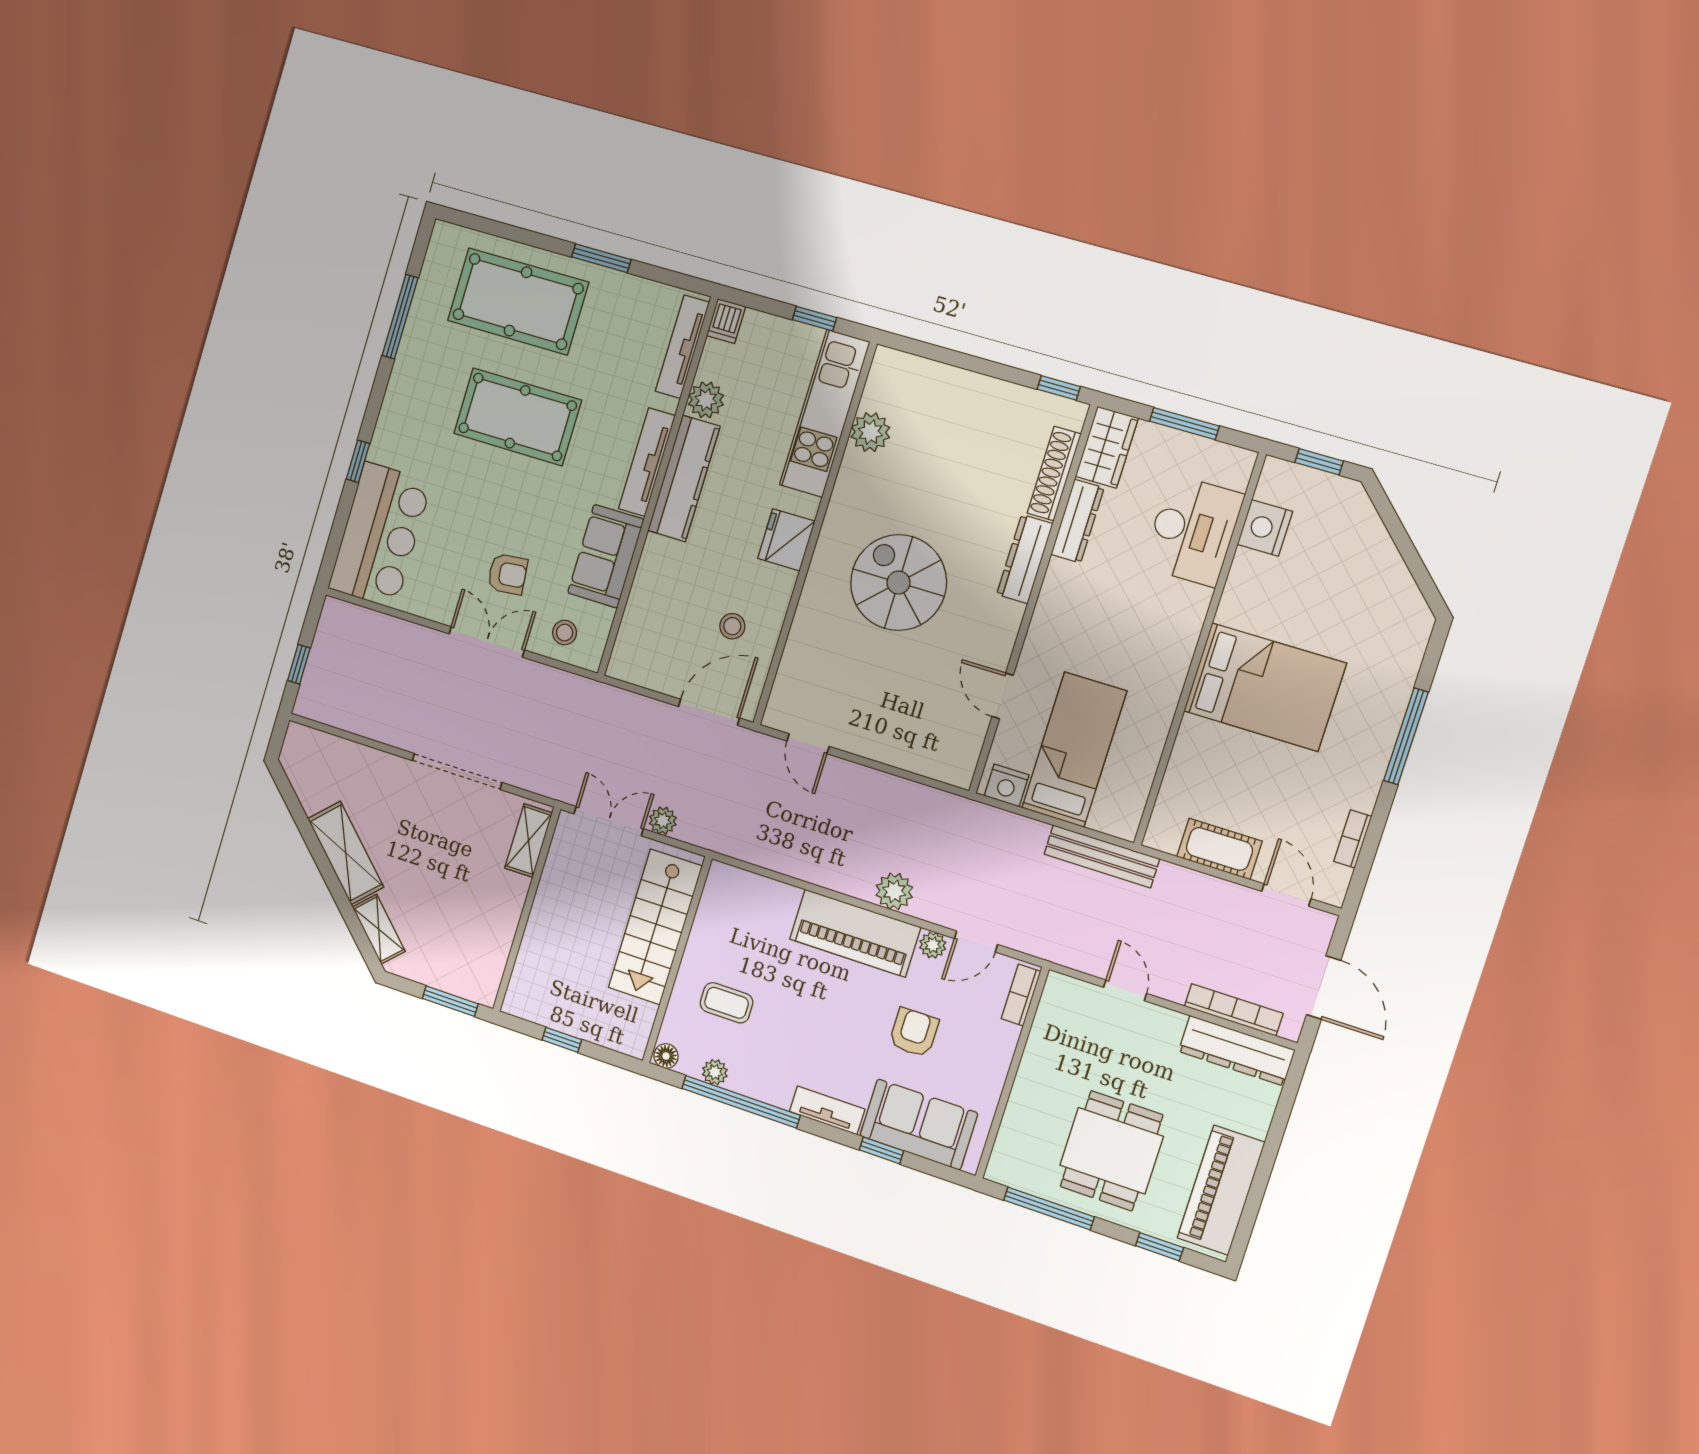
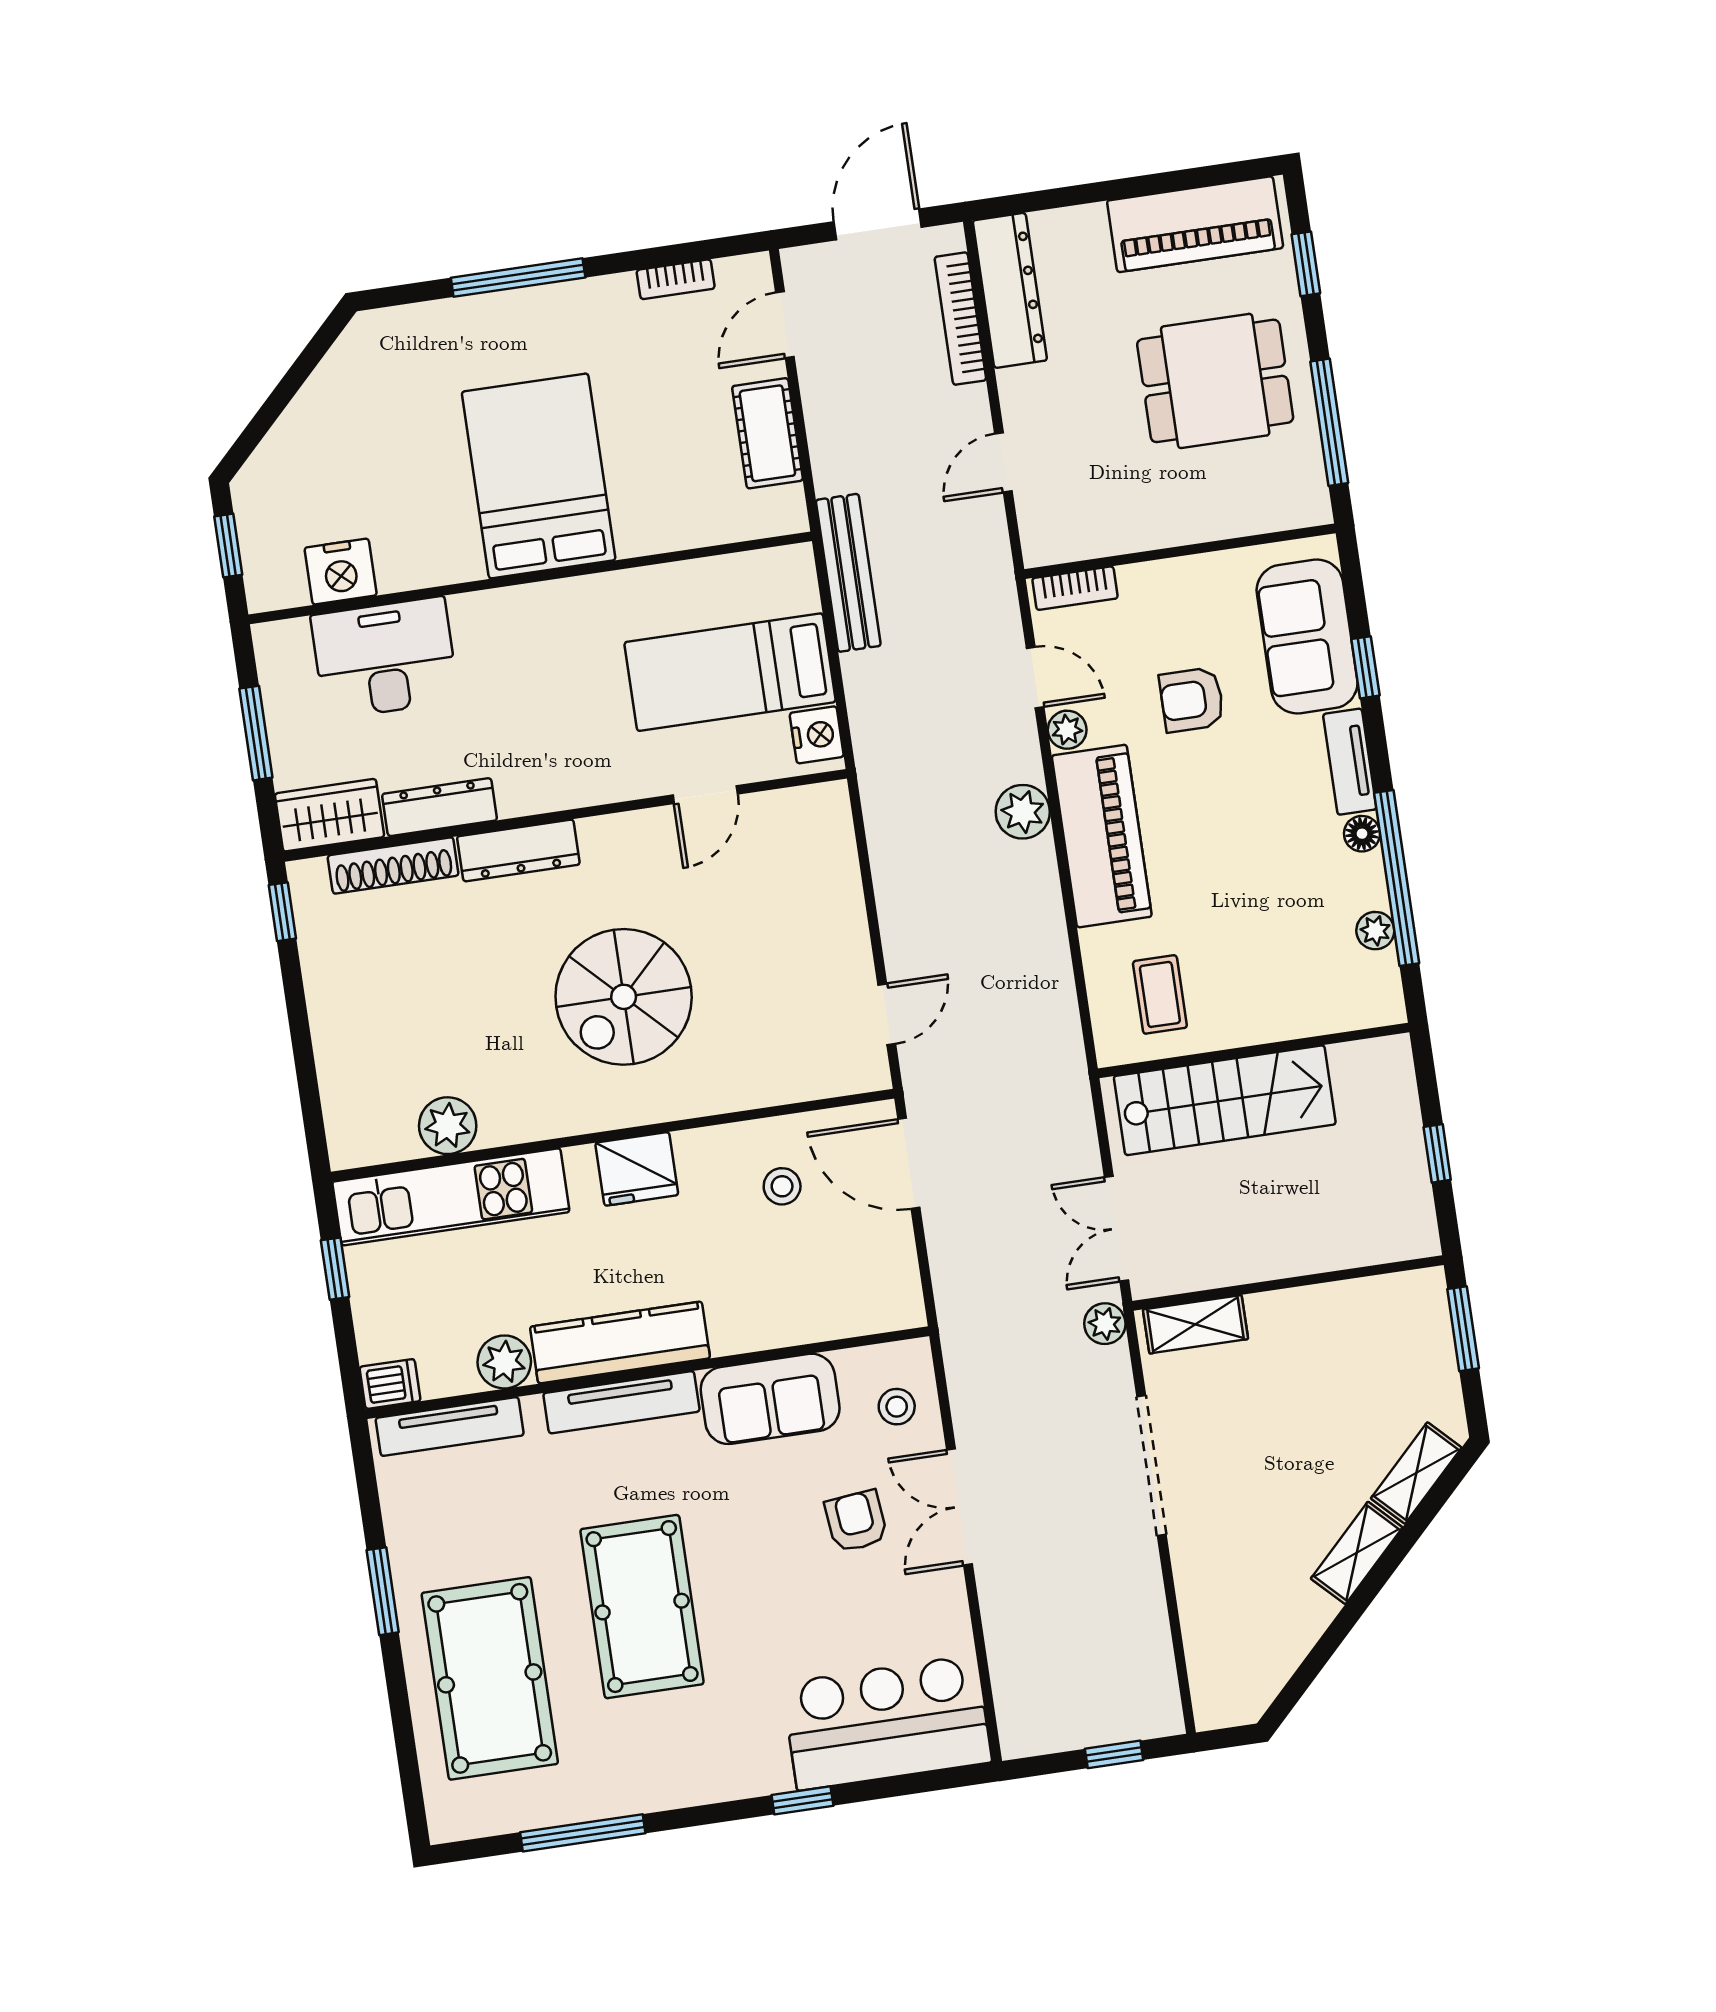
plant: (663, 821) -> (1105, 1324), moved
shelving: (346, 853) -> (1357, 1553), width x0.67, depth x0.75
coffee table: (726, 1003) -> (1160, 994), moved
floor lamp: (666, 1056) -> (1362, 834), moved

